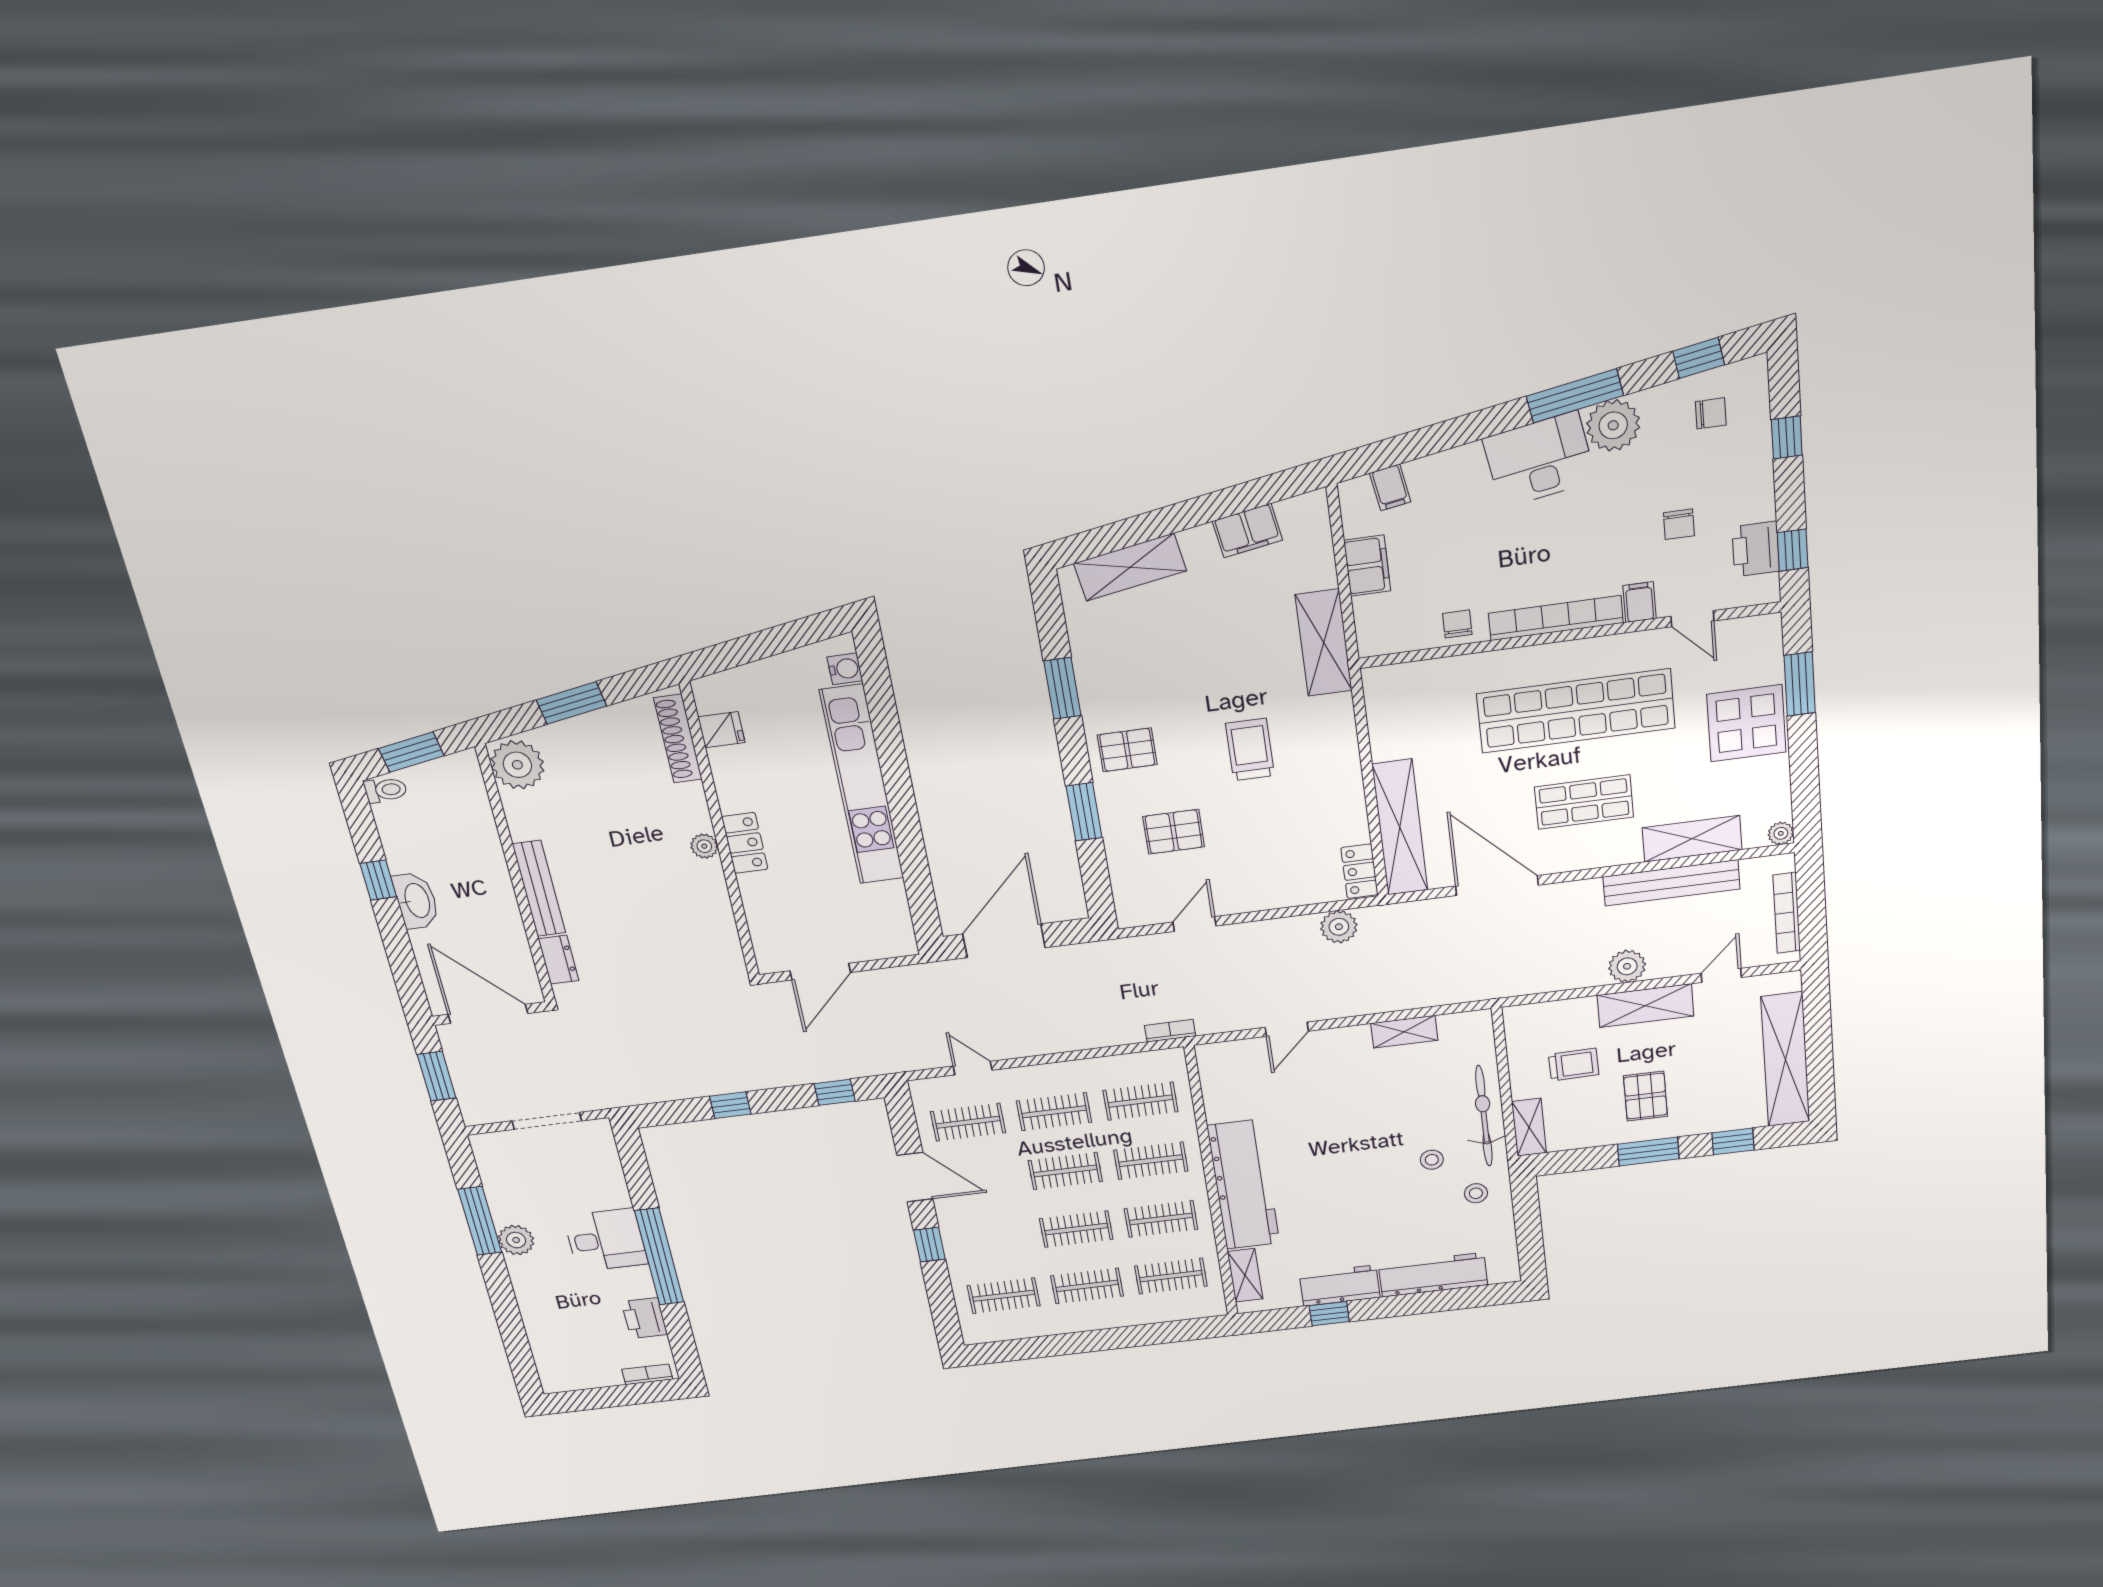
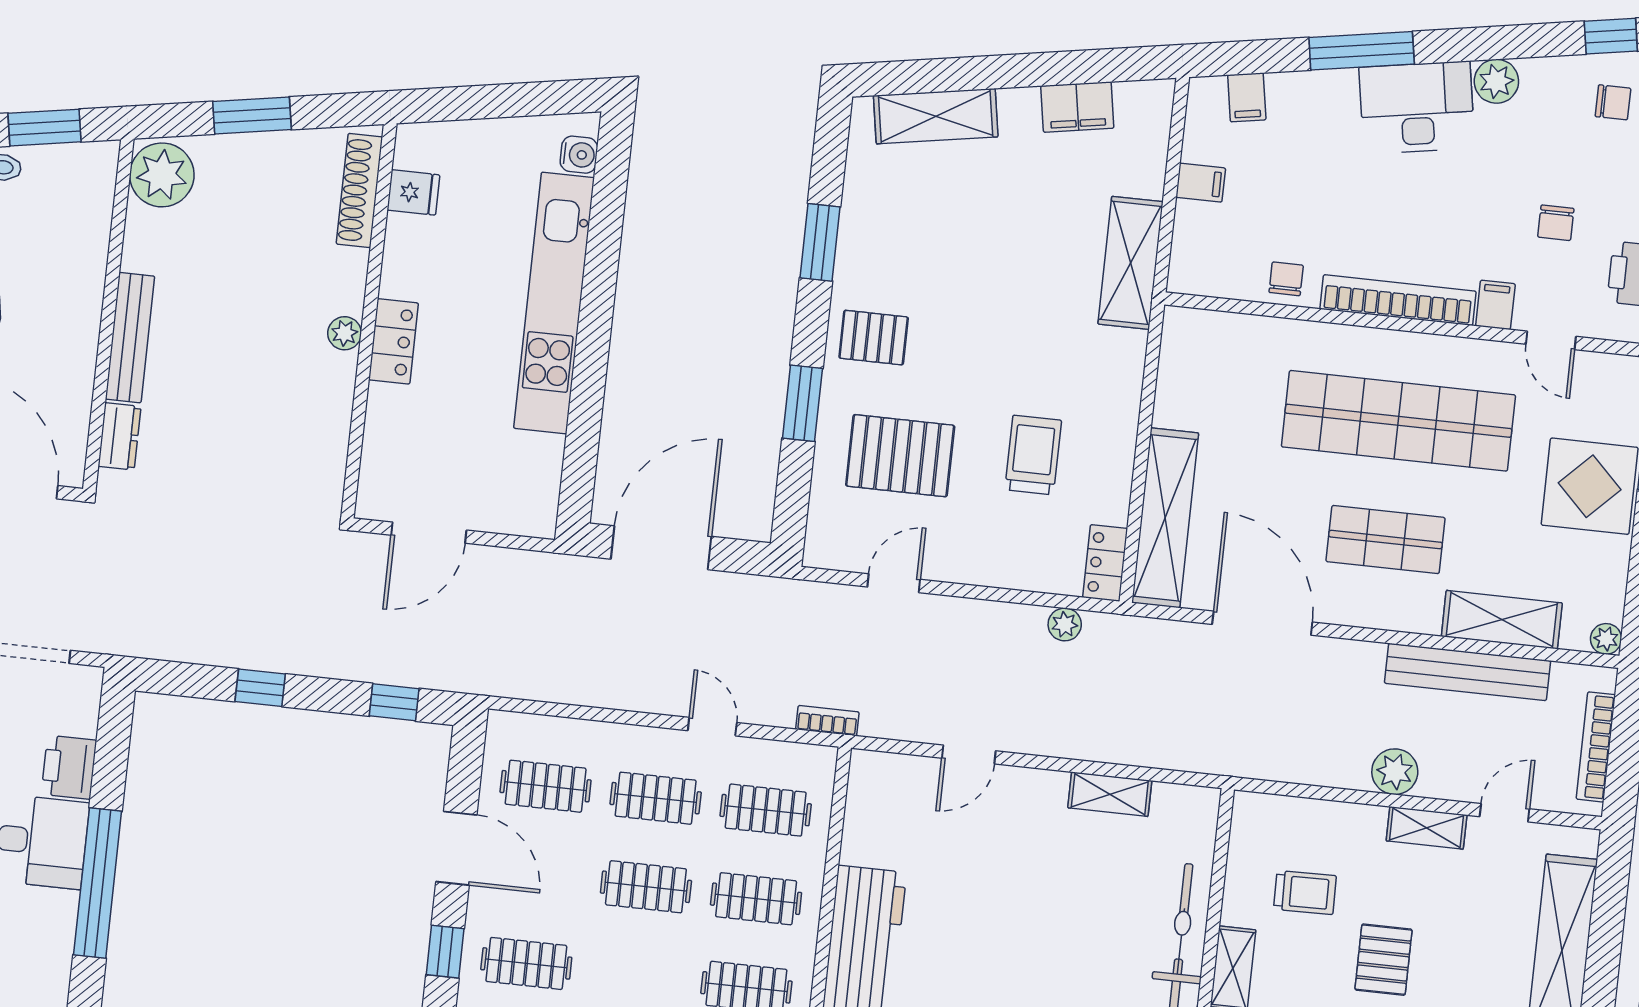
window: (1575, 396) -> (1362, 51), moved
plant: (1613, 425) -> (1496, 81), width x0.73, depth x0.73
filing cabinet: (1367, 566) -> (1201, 183), width x0.50
trolley: (1250, 749) -> (1033, 455), moved
pallet: (1174, 832) -> (900, 456), width x1.50, depth x1.42
plant: (1339, 927) -> (1065, 624), width x0.73, depth x0.73
shelving: (1645, 1006) -> (1427, 828), width x0.67, depth x0.75
door: (973, 1068) -> (712, 727), moved
stool: (1432, 1160) -> (1104, 985), removed
clothes rail: (1076, 1229) -> (526, 963), moved
printer: (644, 1318) -> (69, 767), moved

